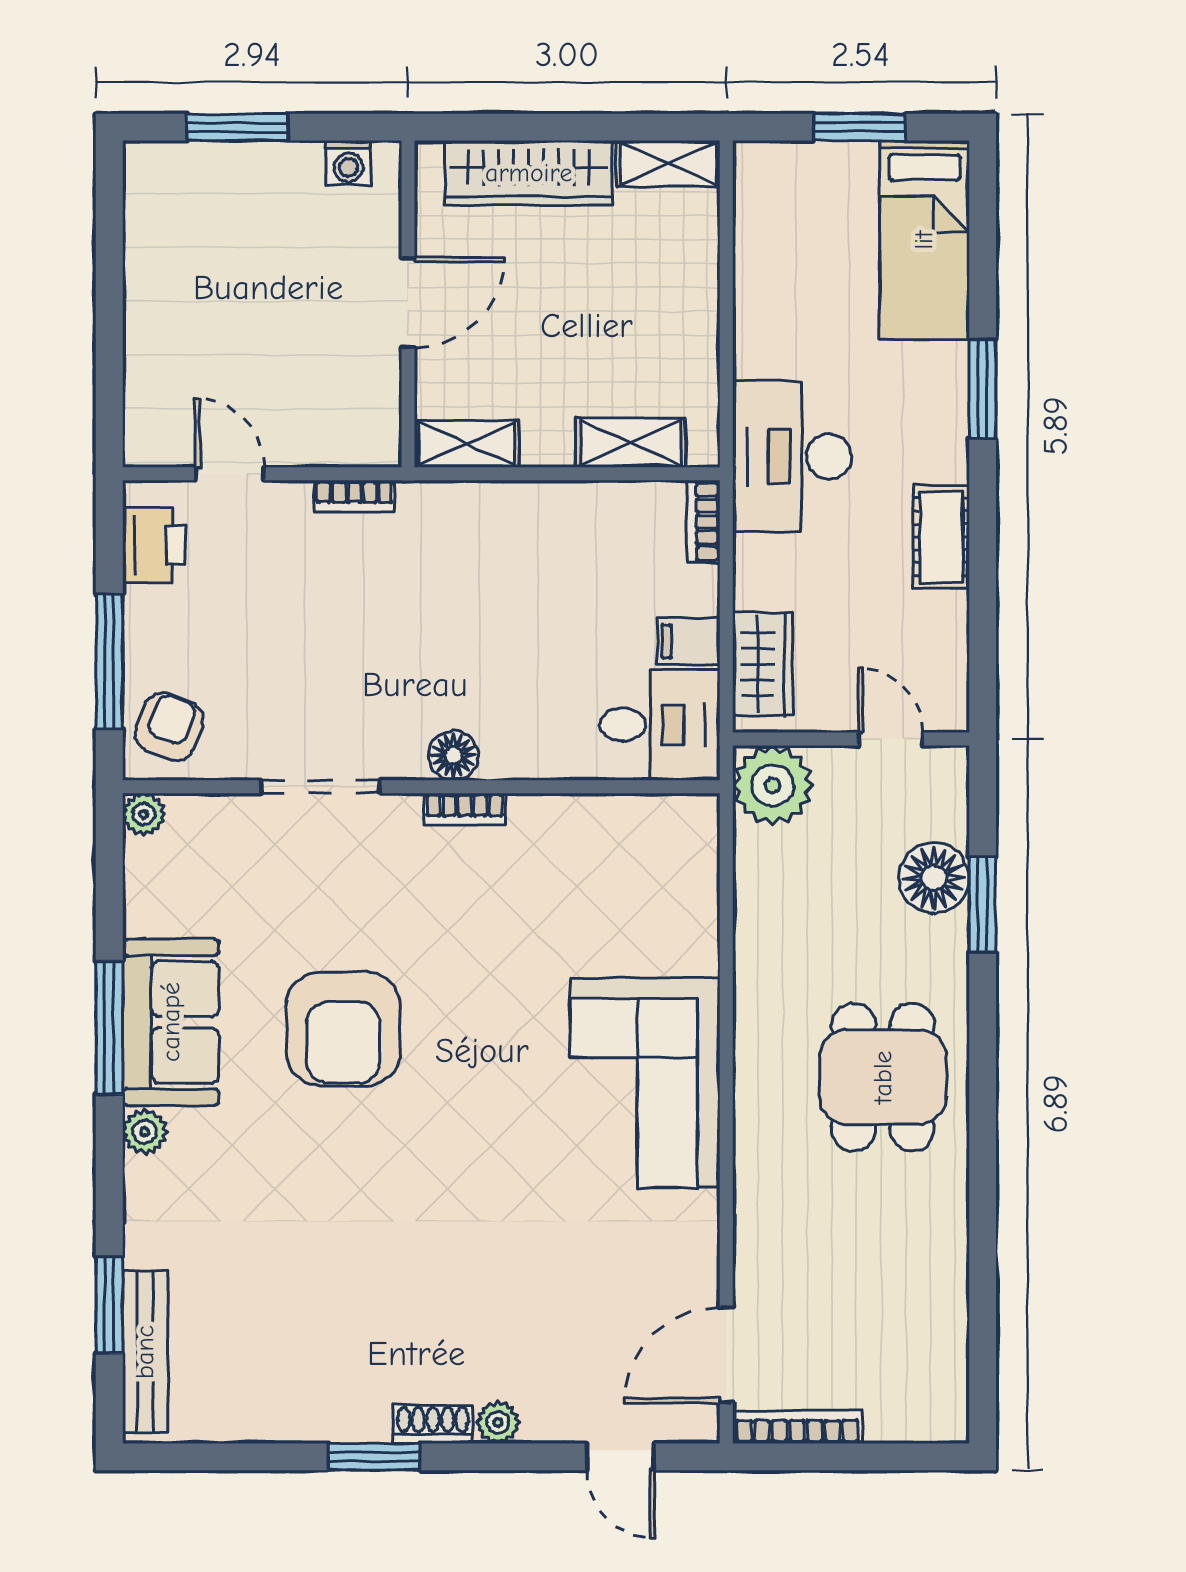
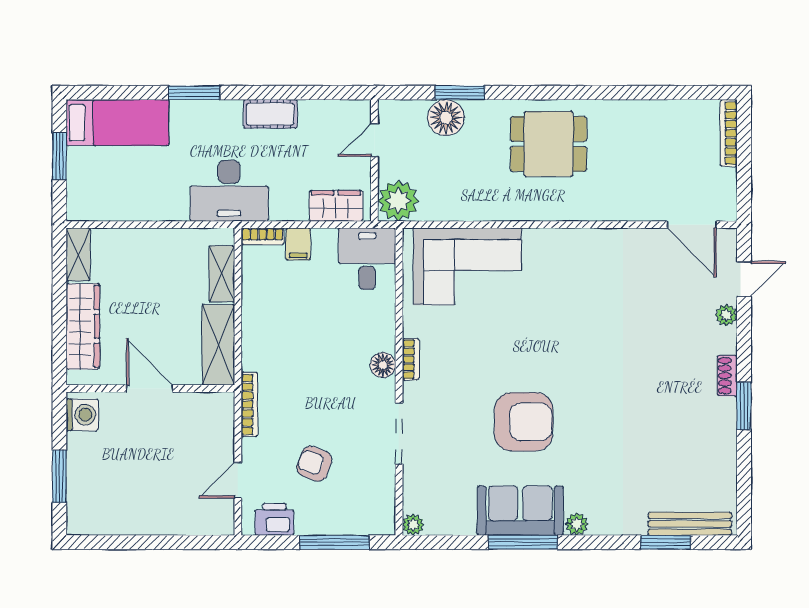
washing machine: (348, 163) -> (82, 415), width x1.38, depth x1.38
shelving: (467, 444) -> (218, 345), width x1.50, depth x1.33
bookcase: (354, 496) -> (249, 404), width x1.56
filing cabinet: (689, 641) -> (298, 244), moved
armchair: (169, 726) -> (314, 464), moved
corner sofa: (645, 1083) -> (467, 266), moved
plant: (498, 1422) -> (726, 315), moved
bookcase: (797, 1427) -> (729, 133), moved

